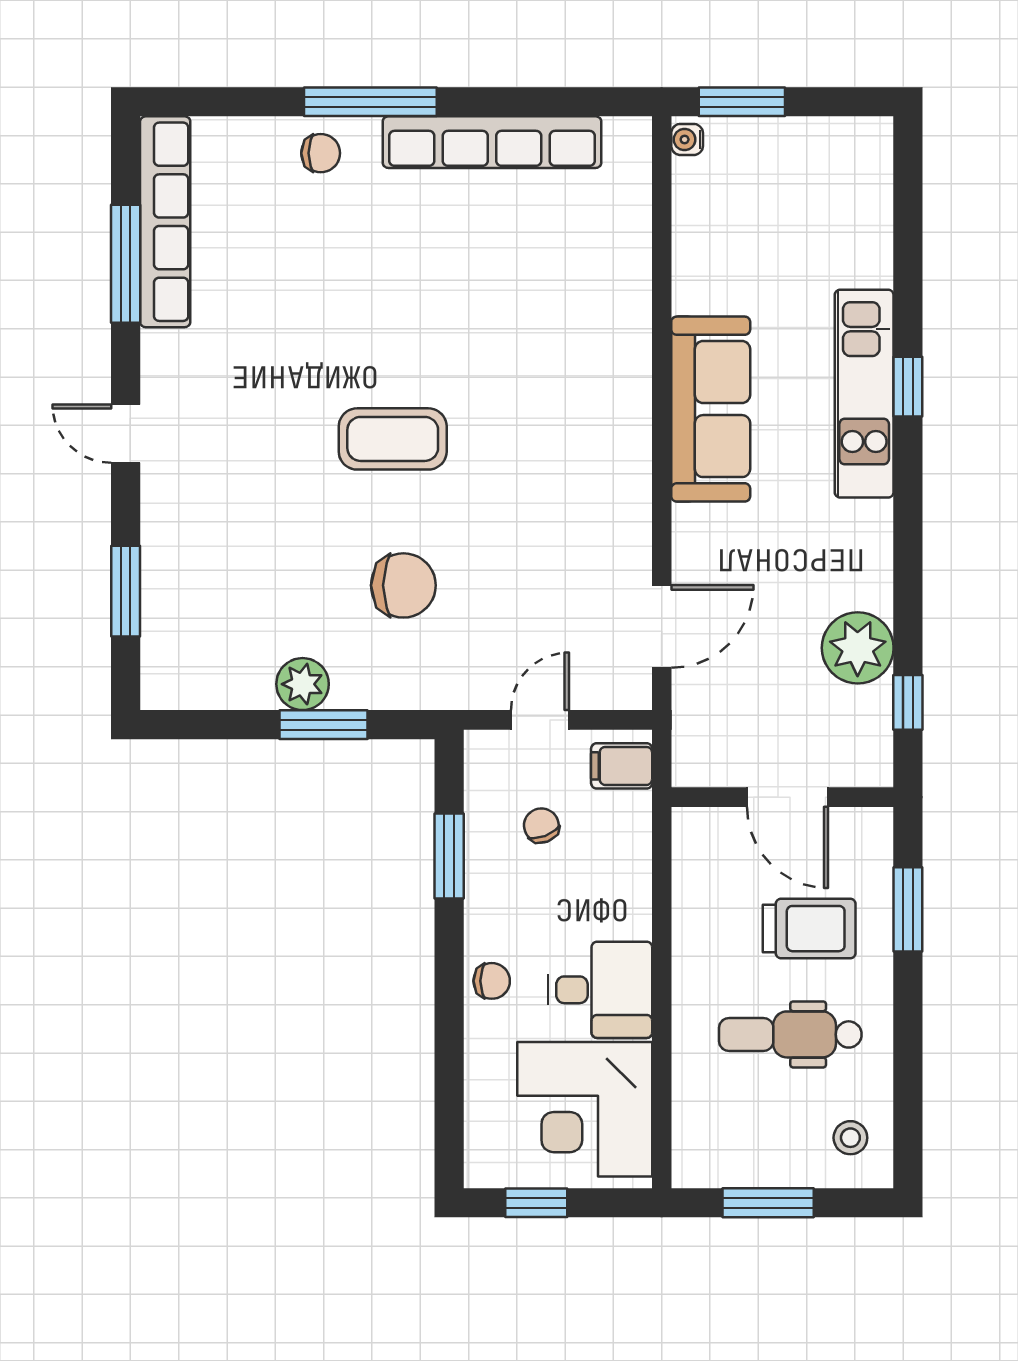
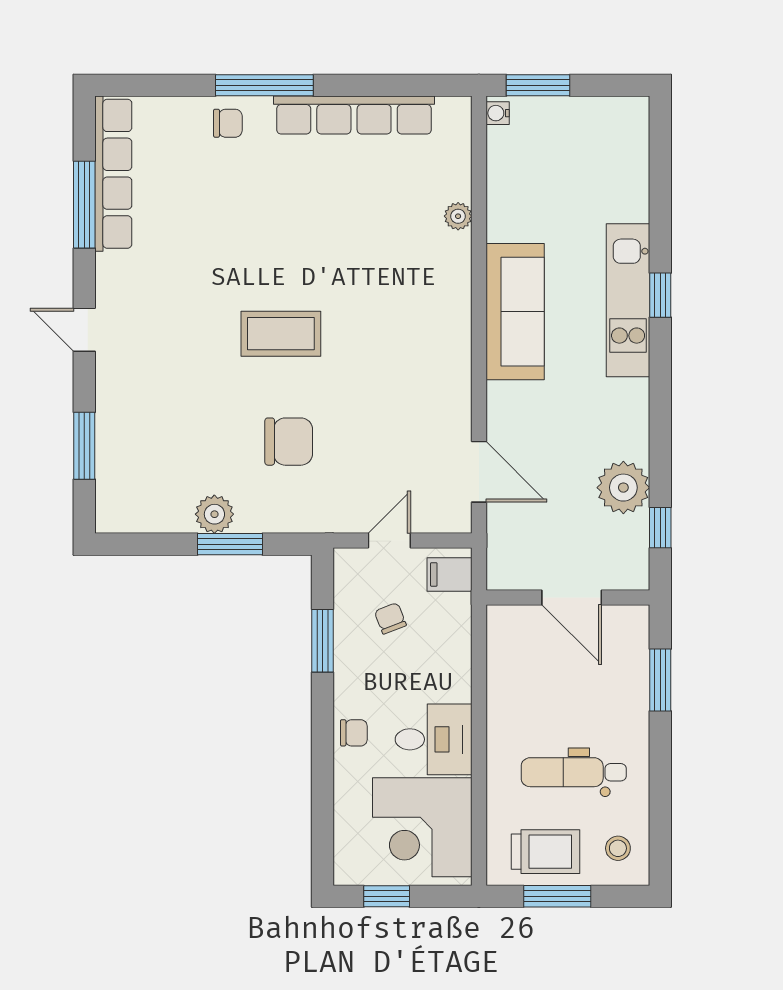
plant: (633, 280) -> (458, 216), added
door: (662, 626) -> (479, 472), hinge flipped
trolley: (809, 929) -> (546, 852), moved

